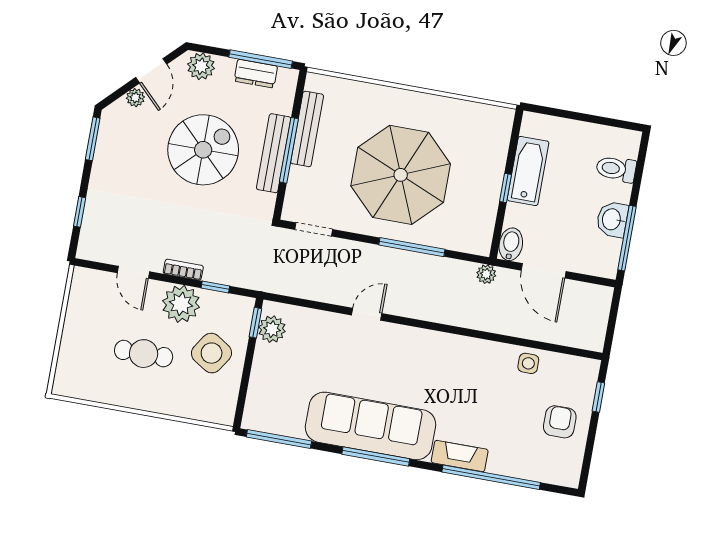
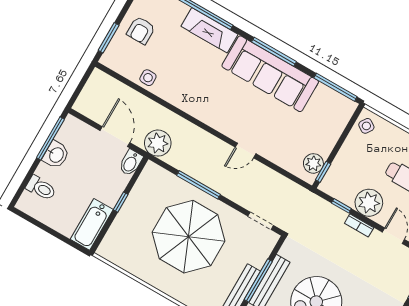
bathtub: (528, 171) -> (92, 224), moved
plant: (486, 274) -> (158, 143), width x1.88, depth x1.88
side table: (212, 353) -> (366, 126), moved, width x0.54, depth x0.54
window: (598, 397) -> (109, 38), width x1.50
fireplace: (460, 456) -> (210, 30), width x1.37, depth x1.32

